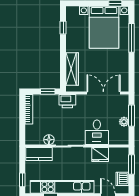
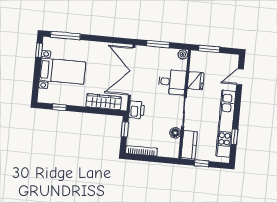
bed with nightstands: (104, 27) -> (62, 71), width x0.73
window: (132, 38) -> (65, 36), moved
double door: (103, 93) -> (132, 71), width x1.36
plant: (124, 122) -> (183, 54), moved
dishwasher: (122, 179) -> (223, 60), removed
window: (22, 180) -> (202, 163), moved

